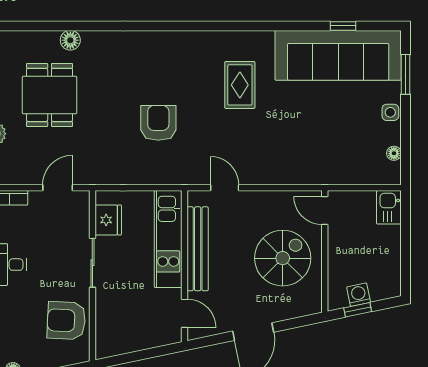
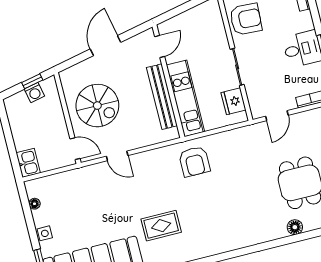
rug: (240, 85) -> (161, 226), turned 90
armchair: (158, 123) -> (194, 162), moved
door: (225, 188) -> (117, 156), moved
spiral stairs: (283, 258) -> (97, 106), turned -90
door: (185, 313) -> (160, 46), swing flipped

